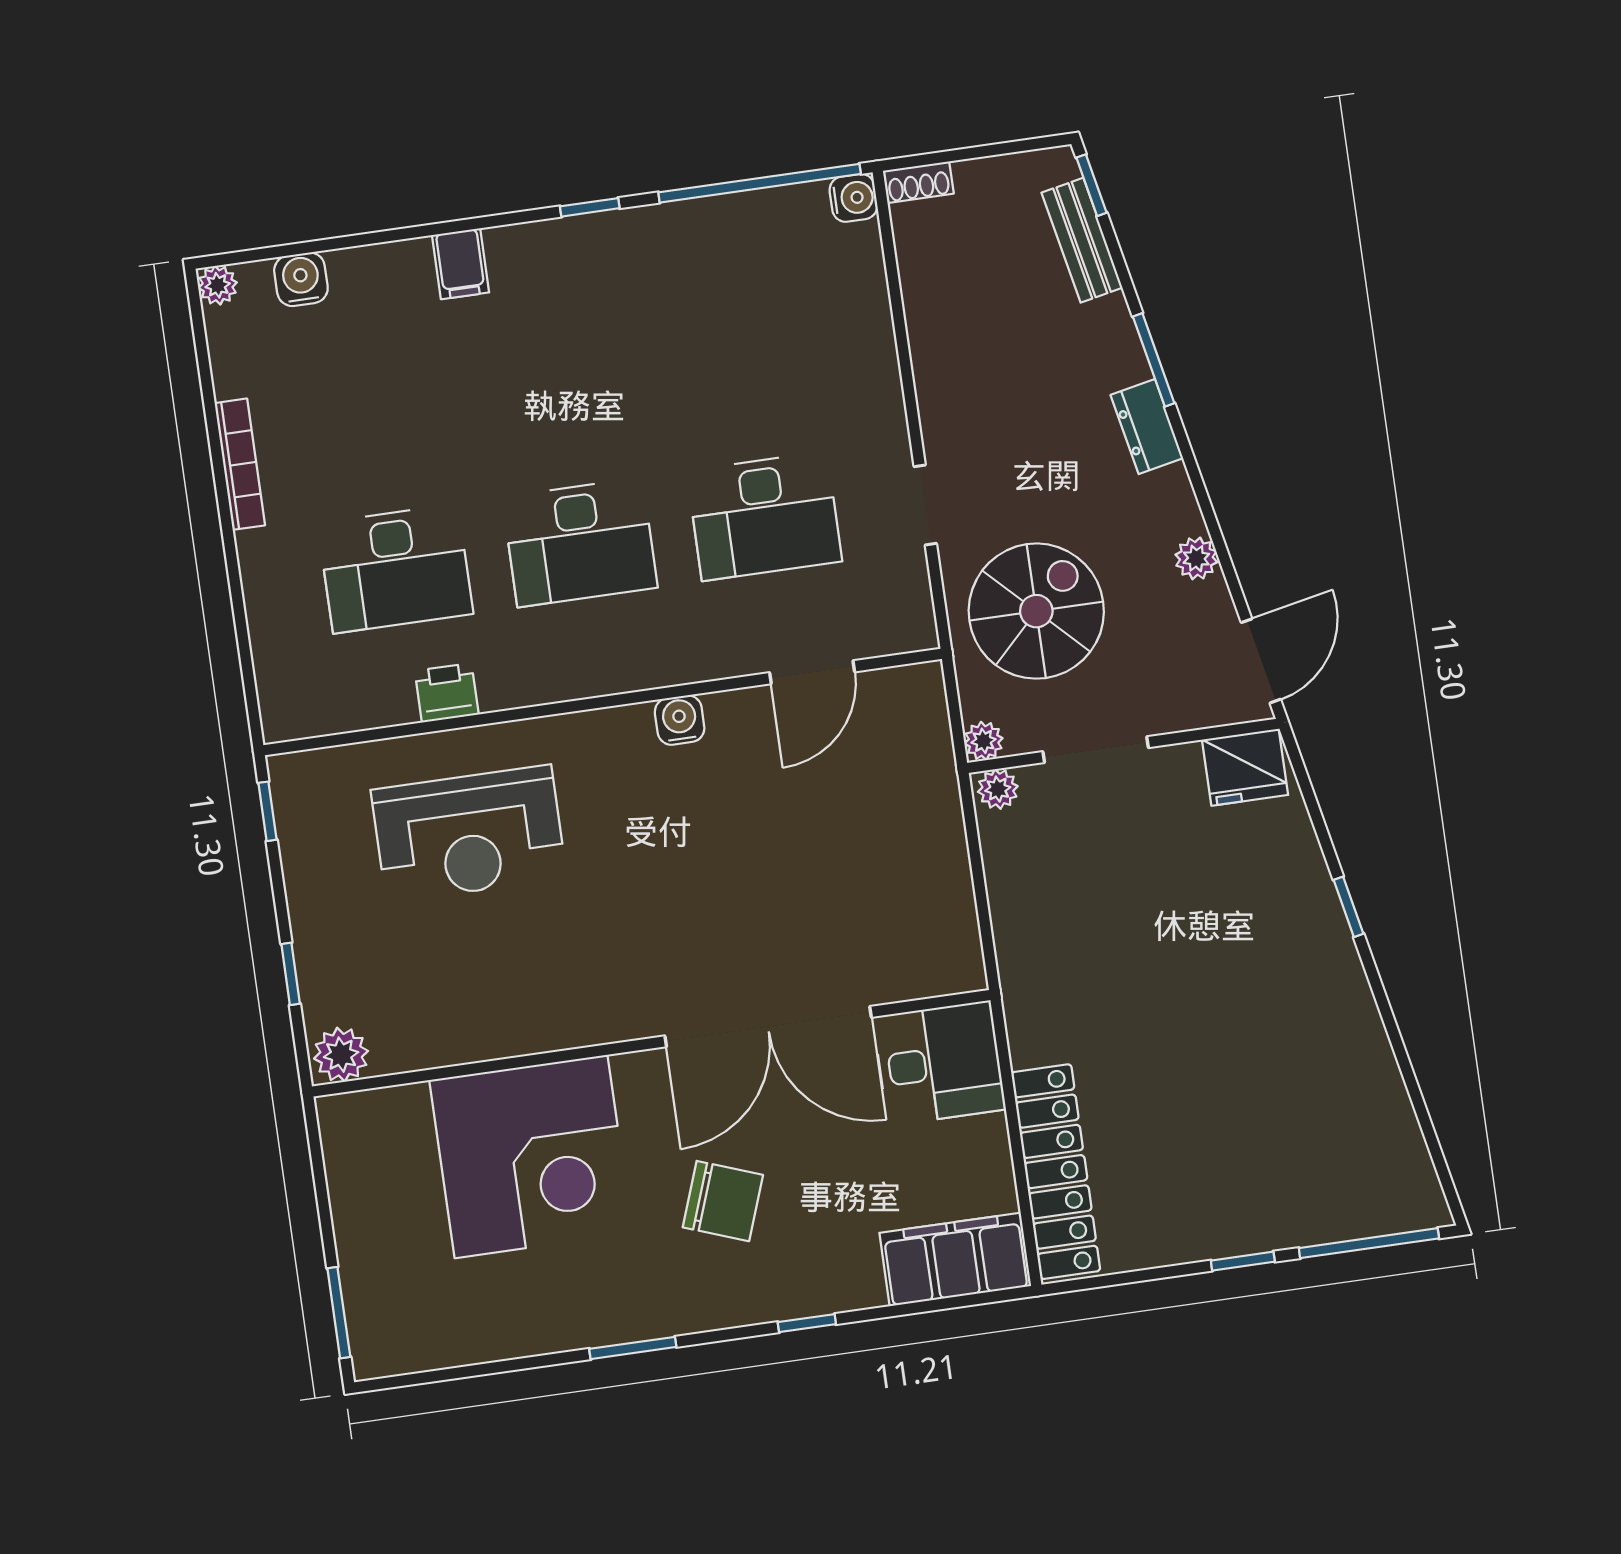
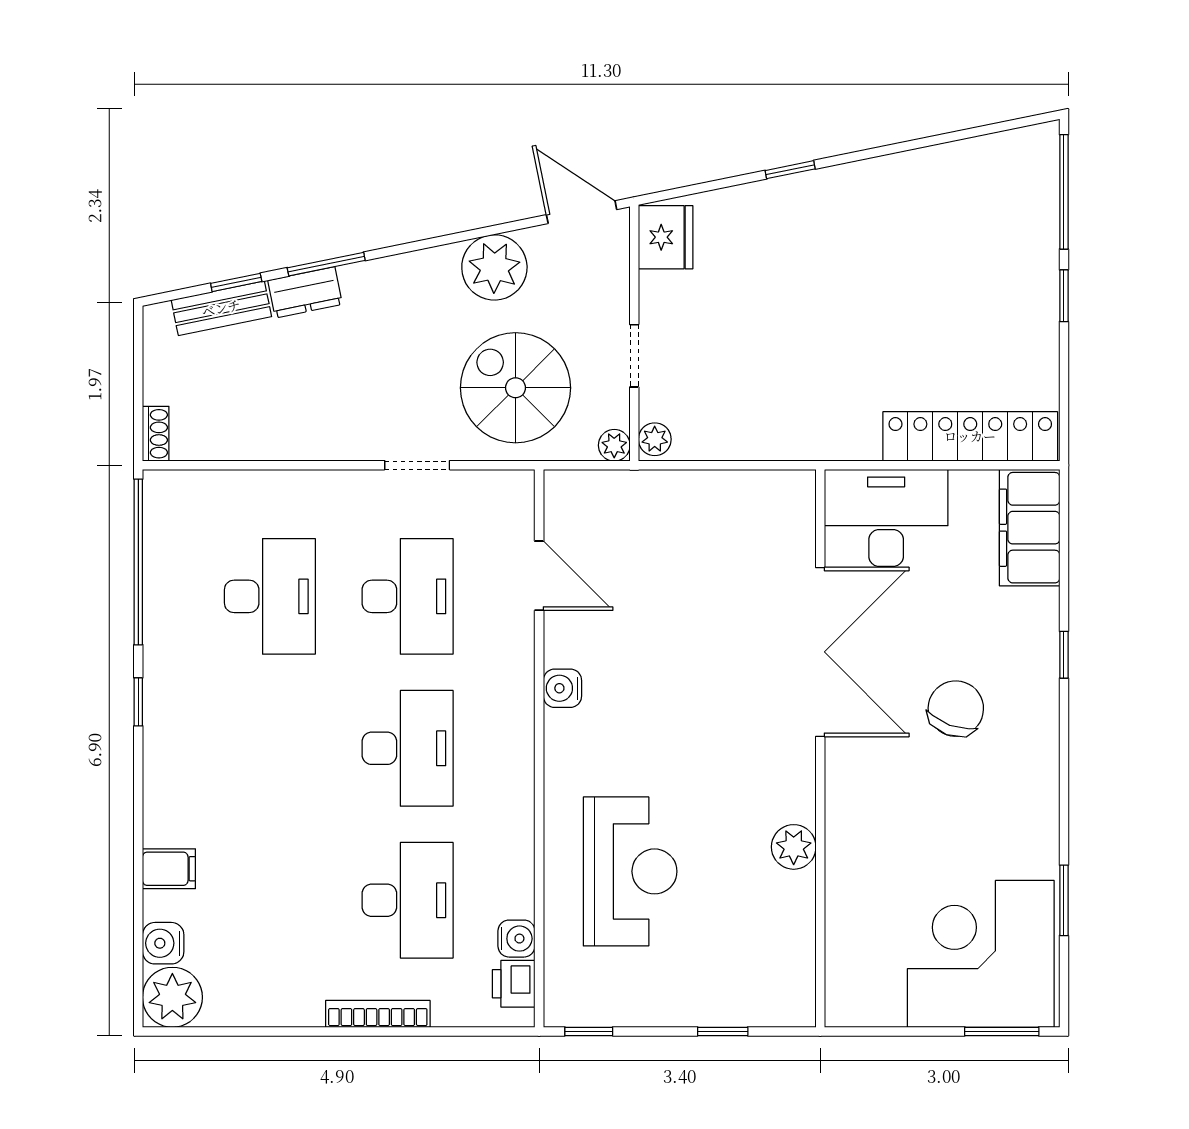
window: (1091, 185) -> (236, 282), moved
water cooler: (853, 198) -> (516, 939), moved, turned 90
filing cabinet: (461, 264) -> (169, 869), moved
plant: (218, 285) -> (172, 997), width x1.88, depth x1.88
desk: (741, 349) -> (270, 596), added
dresser: (1147, 427) -> (305, 292), moved
bookcase: (240, 464) -> (378, 1014), moved
plant: (1196, 558) -> (494, 267), width x1.88, depth x1.88
printer: (447, 693) -> (514, 984), moved
doorway: (1096, 750) -> (634, 356), width x0.73
plant: (341, 1055) -> (794, 847), moved
desk: (939, 1063) -> (886, 518), width x1.37
corner desk: (531, 1156) -> (981, 954), moved, turned -90
window: (633, 1348) -> (1064, 900), moved

